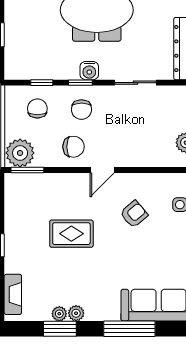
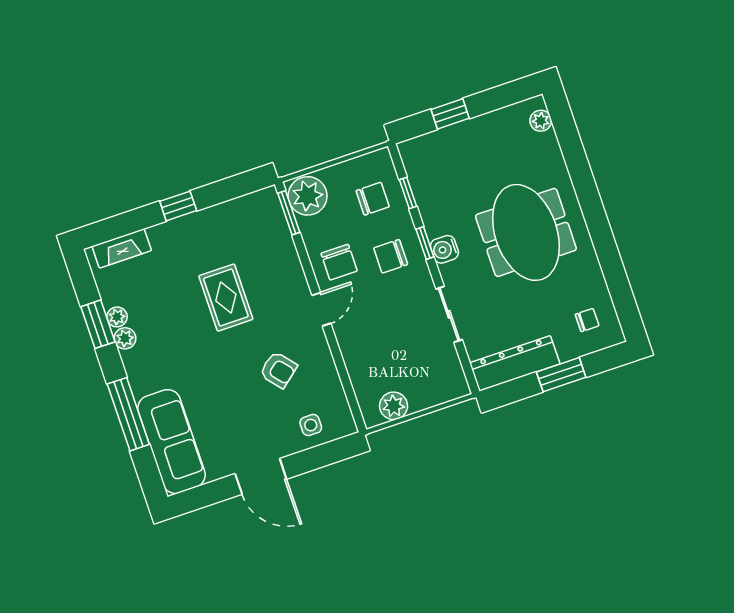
door: (102, 170) -> (321, 309), swing flipped

